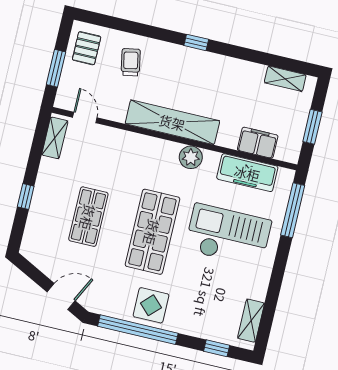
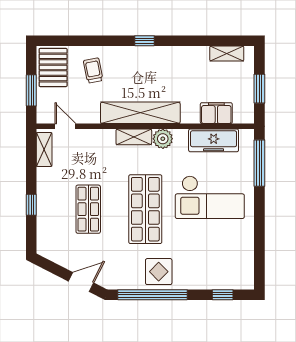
pallet: (87, 48) -> (53, 67), width x1.50, depth x1.42
checkout: (228, 235) -> (210, 197), turned 180
shelving: (251, 321) -> (134, 137), moved, turned 90

